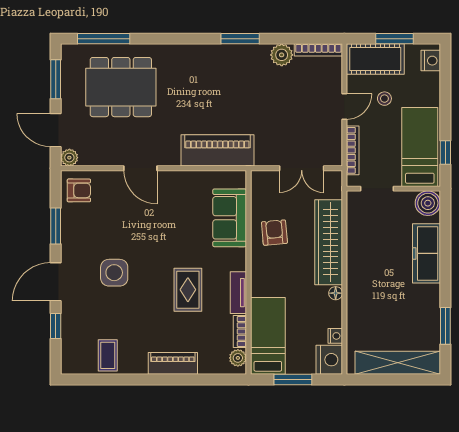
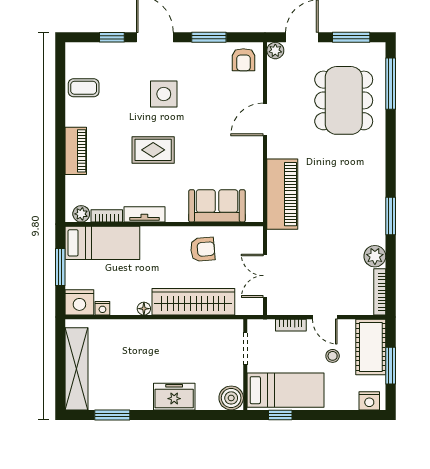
bookcase: (353, 150) -> (291, 325), width x0.64
freezer: (426, 253) -> (174, 397), width x0.71
rug: (188, 290) -> (153, 150), moved

